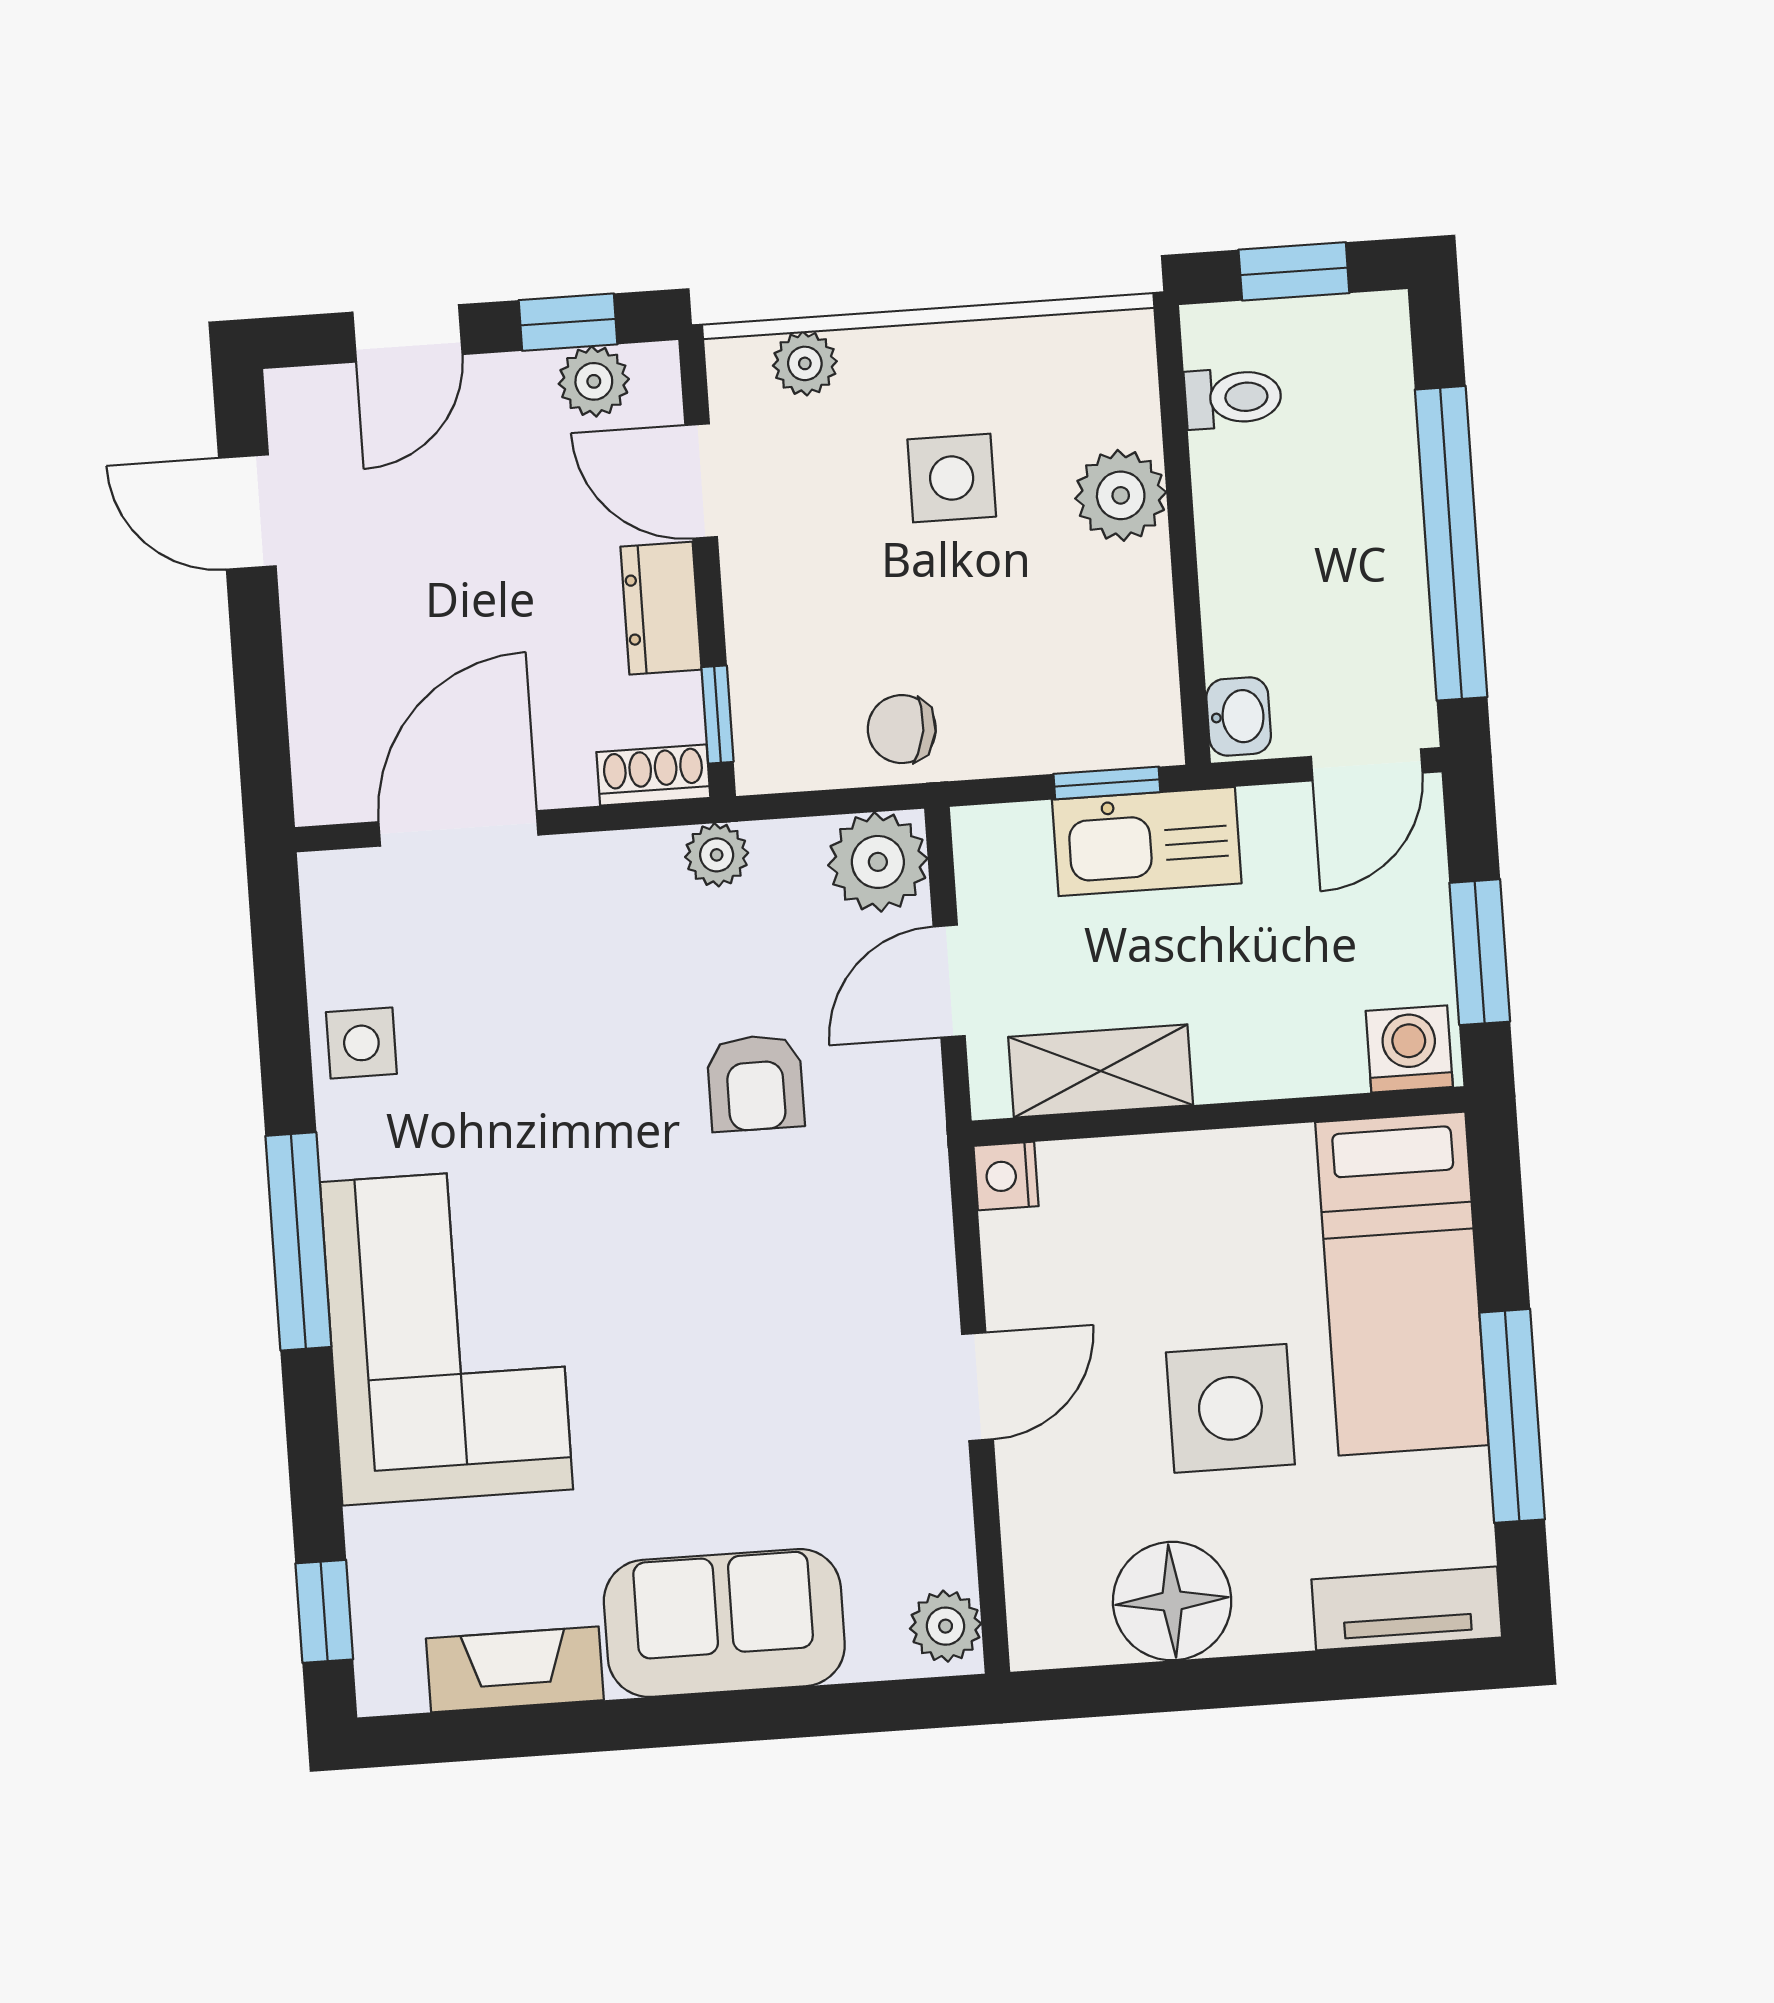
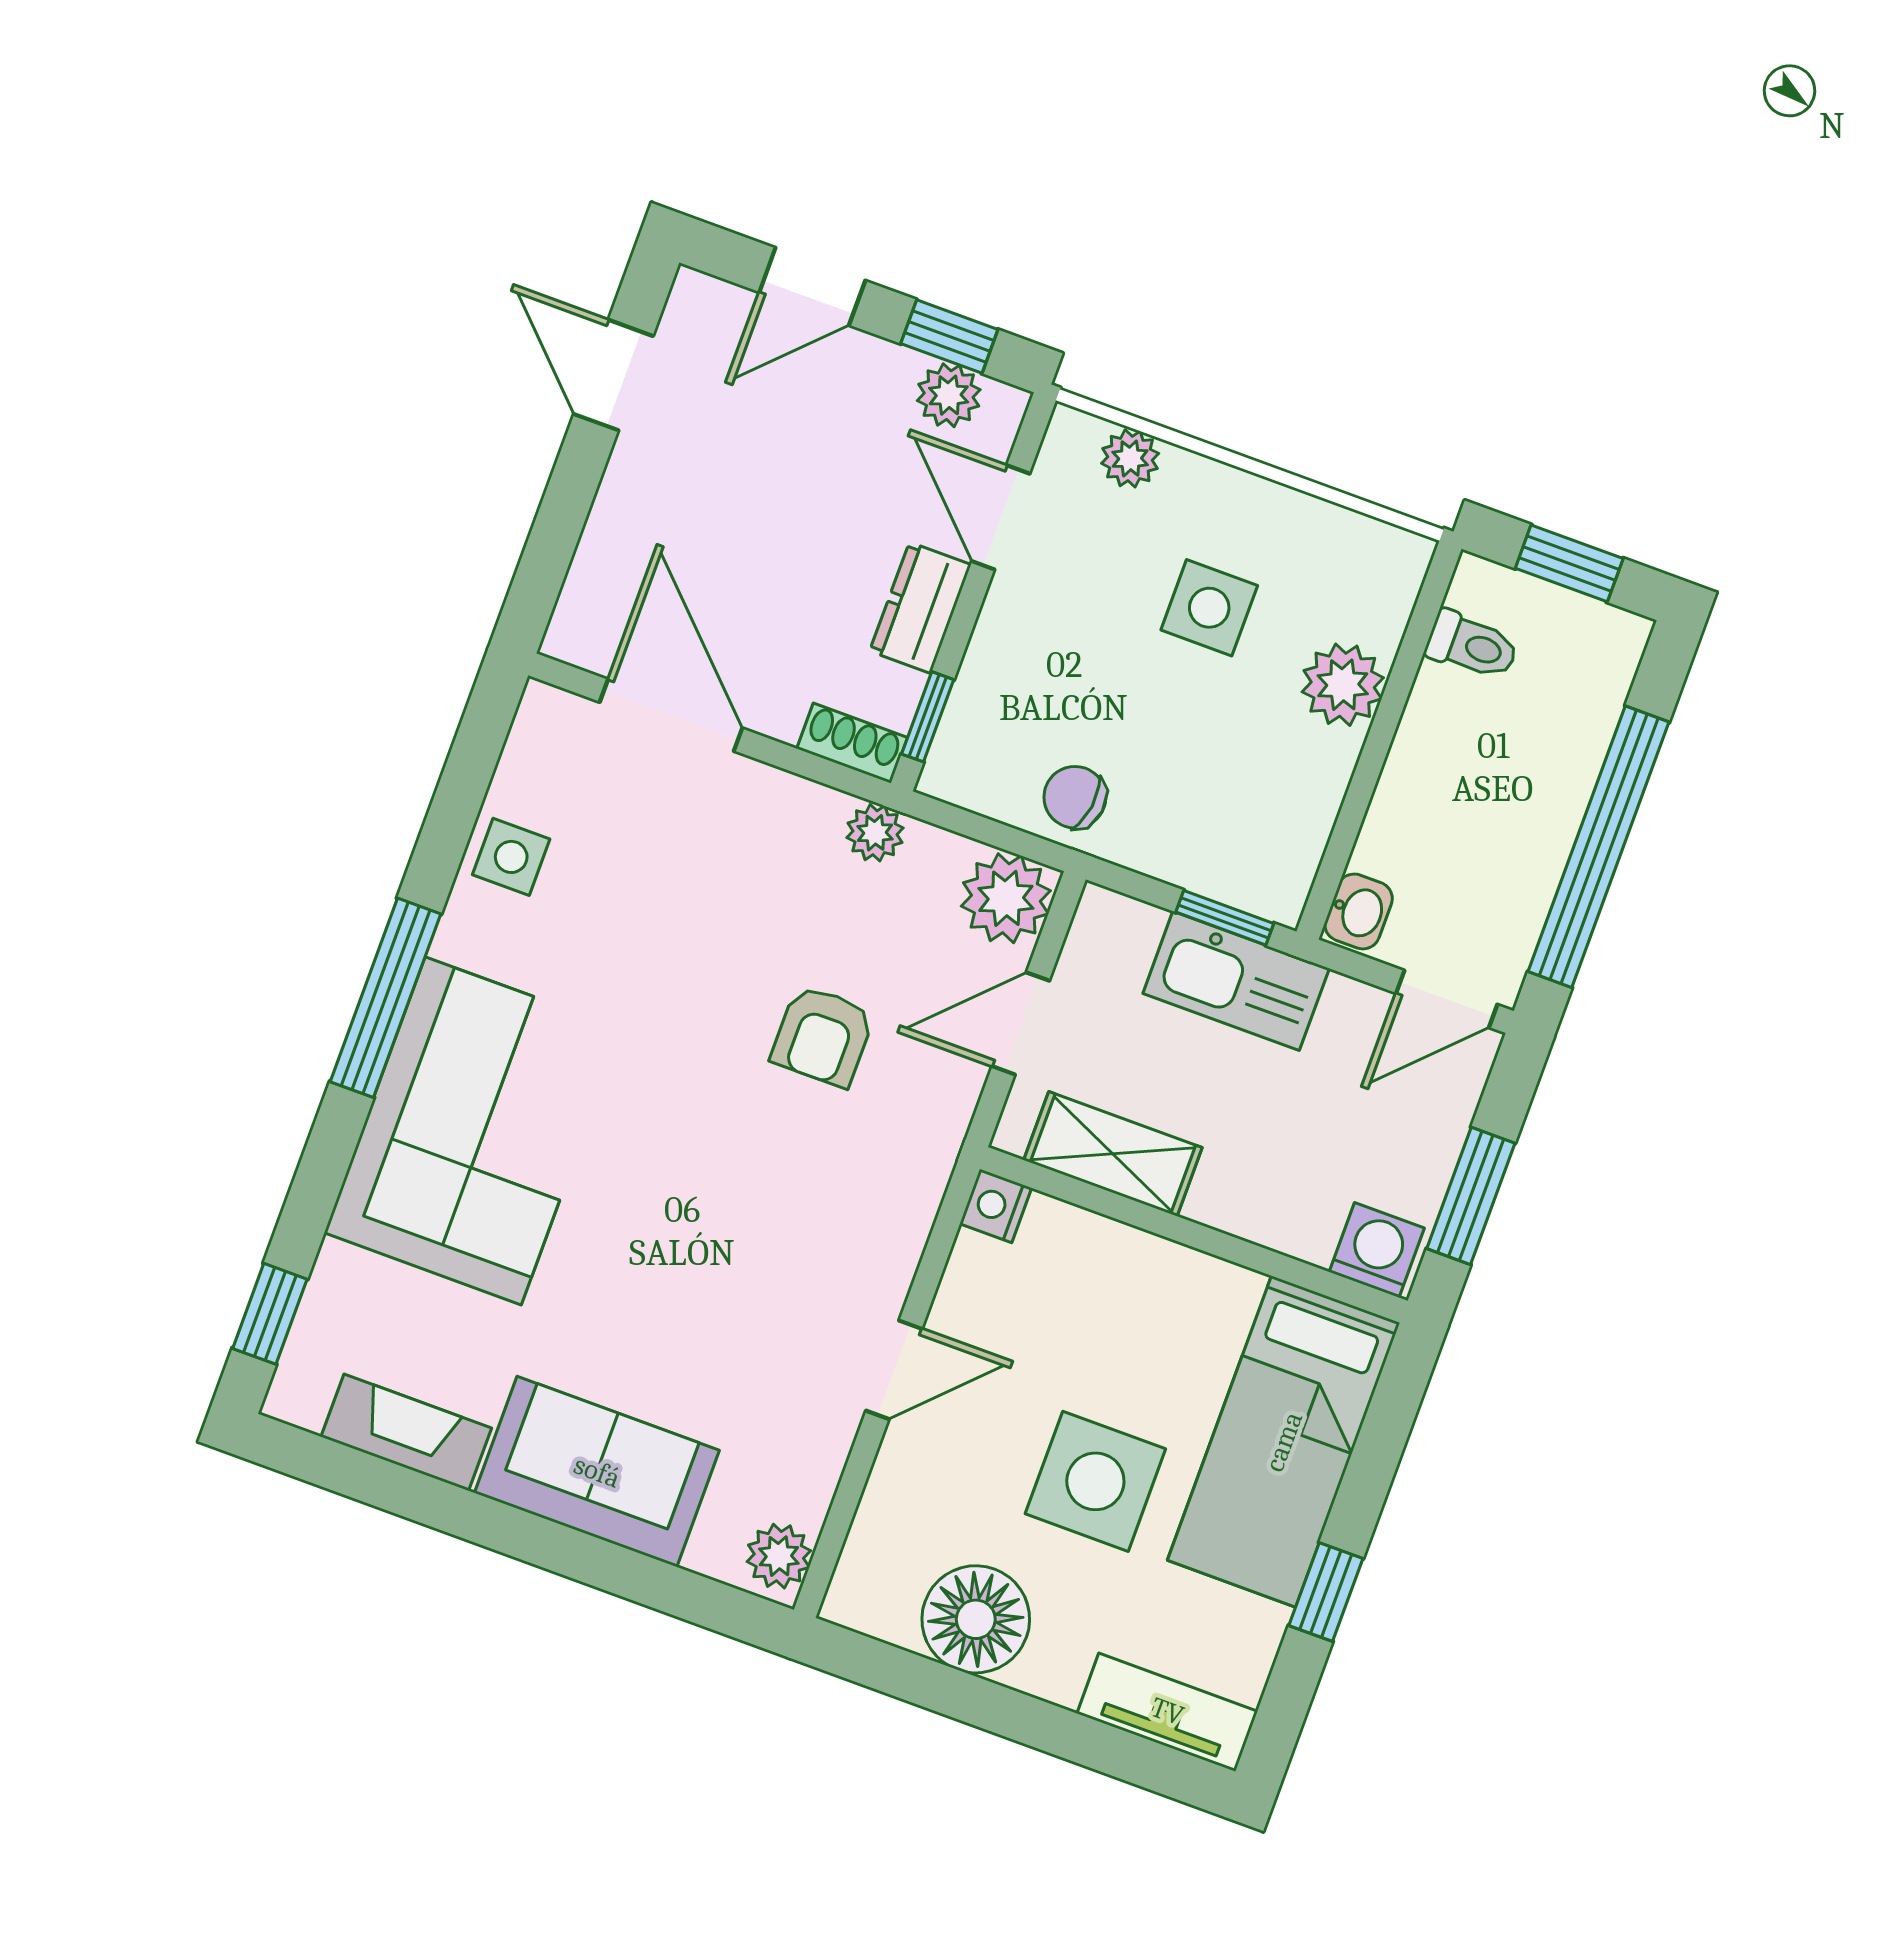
door: (458, 828) -> (671, 715), hinge flipped
window: (1512, 1416) -> (1326, 1592), width x0.46

